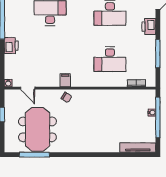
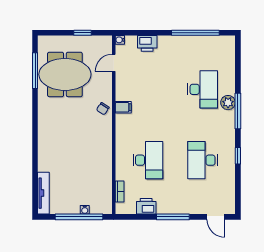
printer: (149, 26) -> (146, 206), moved
printer: (11, 46) -> (147, 43), moved
window: (158, 54) -> (173, 217), moved
desk: (110, 59) -> (148, 160), turned 180

